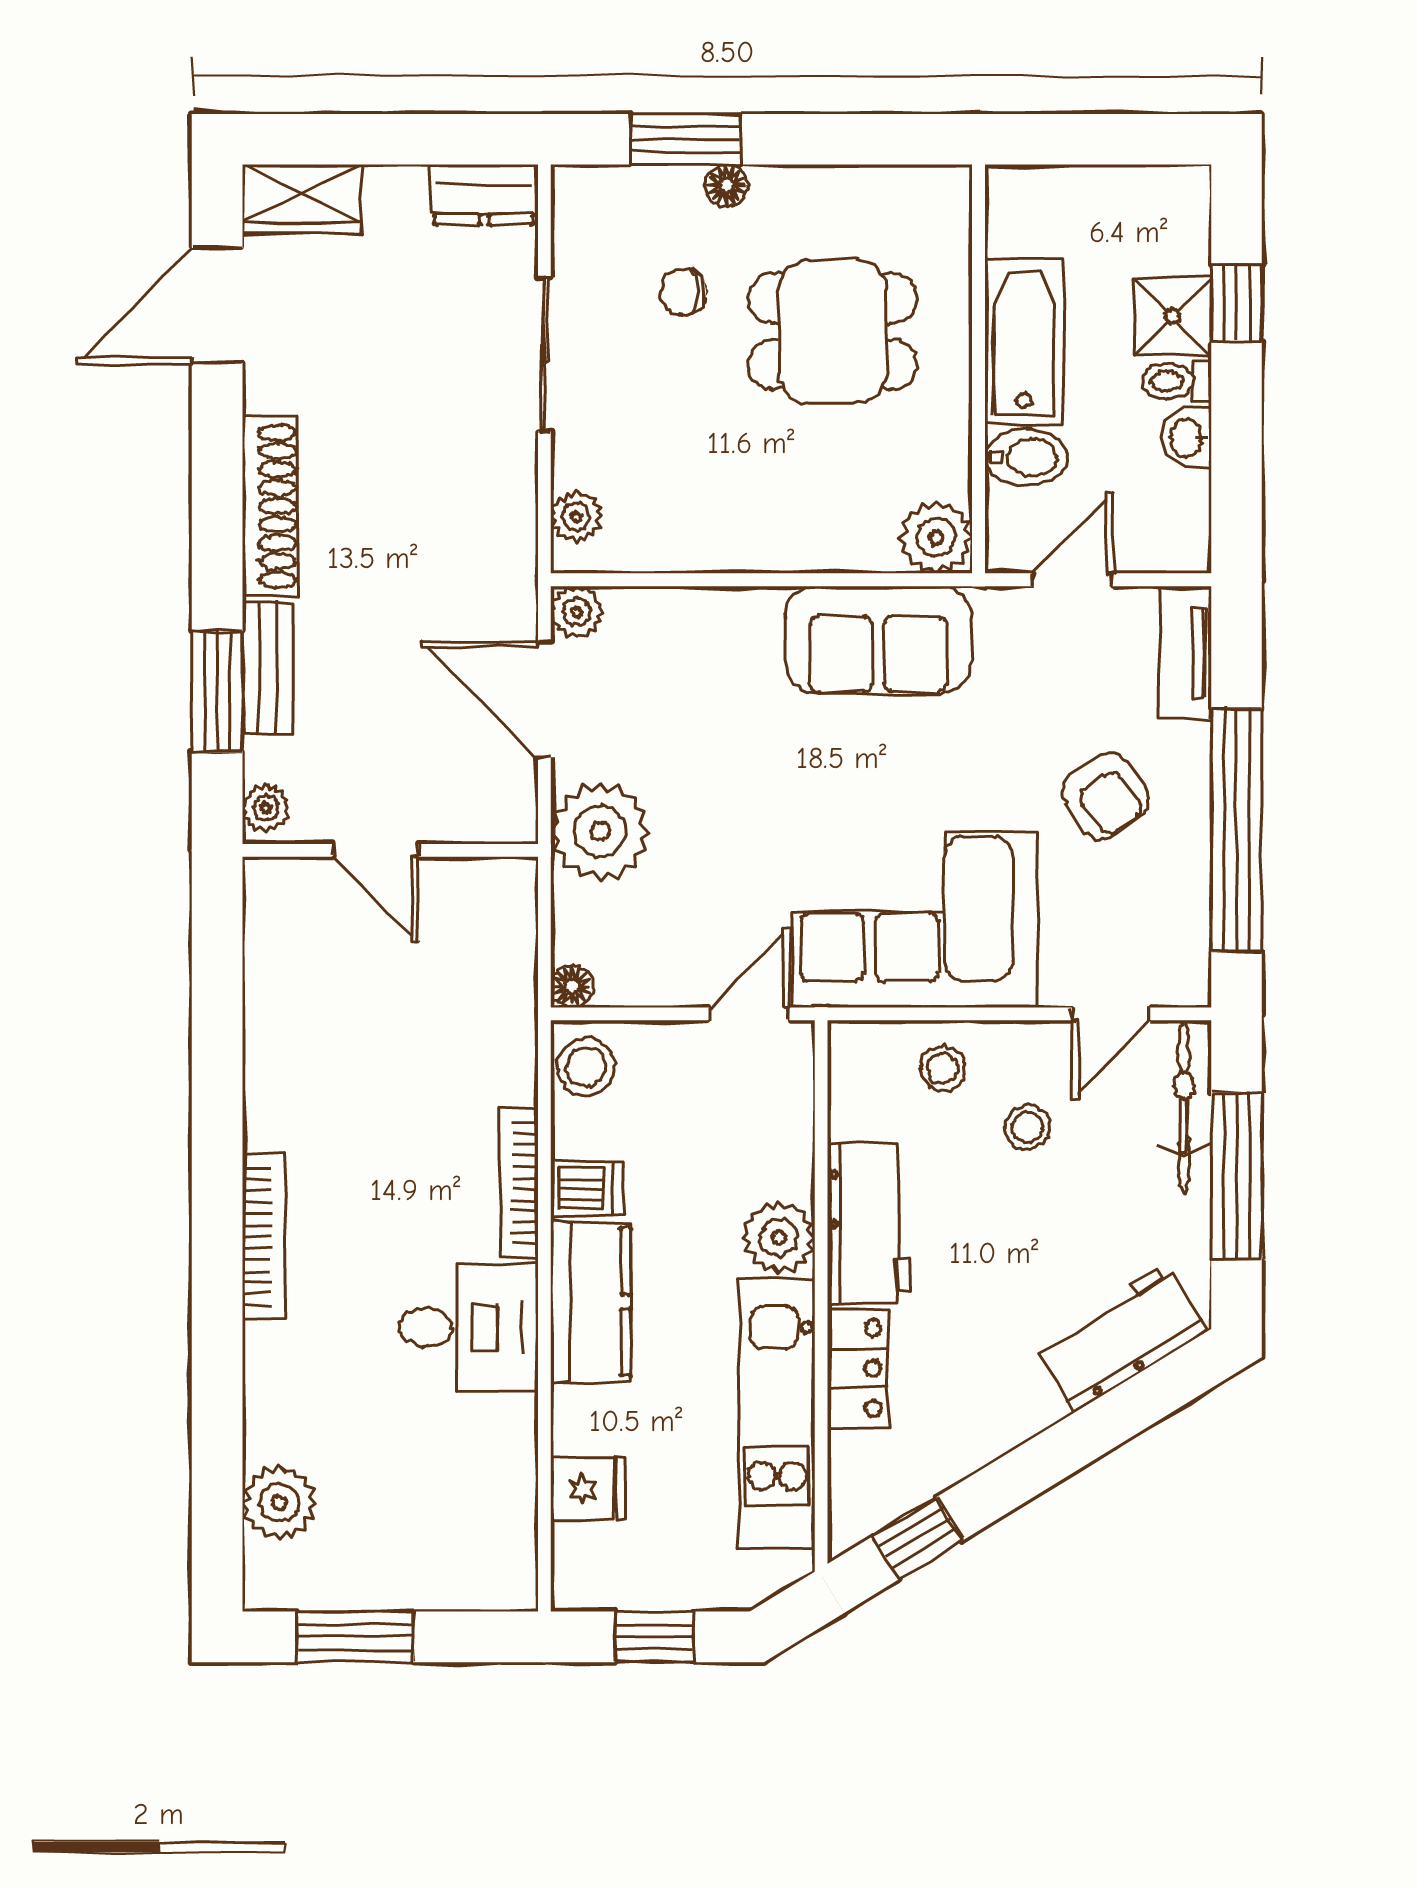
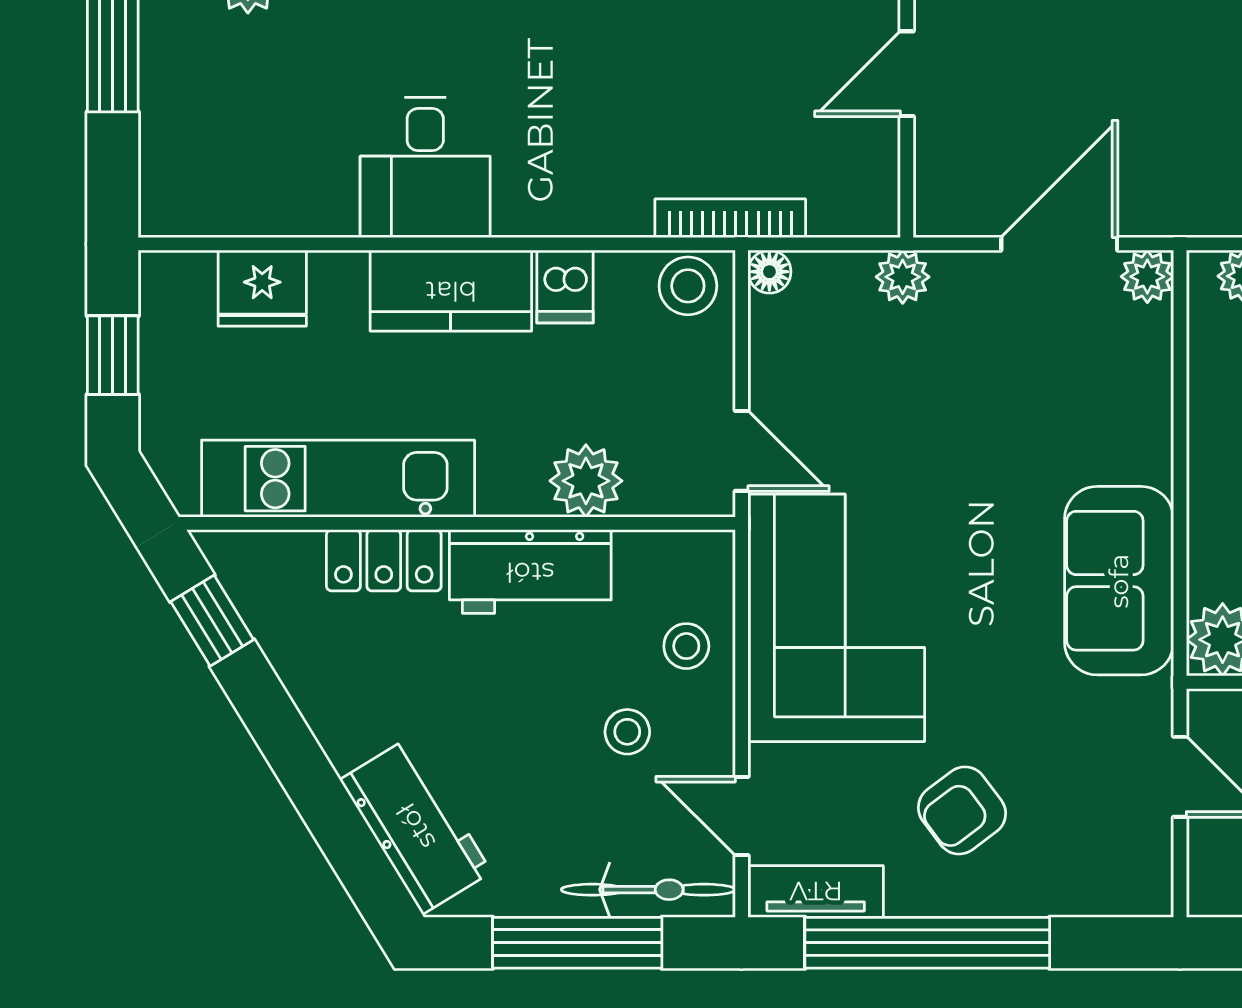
tv unit: (1186, 653) -> (816, 891), moved
plant: (600, 831) -> (903, 277), width x0.53, depth x0.53
bookcase: (519, 1183) -> (730, 218), moved
plant: (779, 1238) -> (586, 481), moved
fridge: (588, 1489) -> (262, 288), width x1.38

